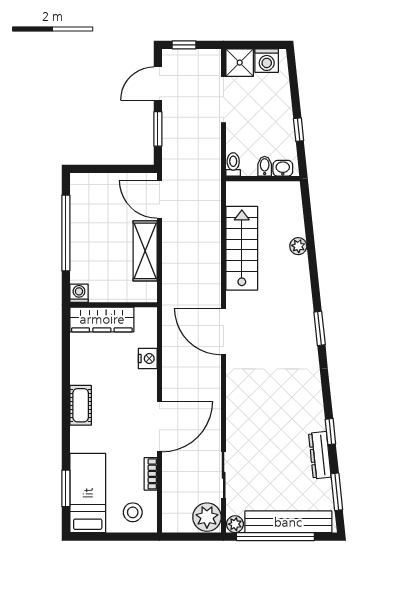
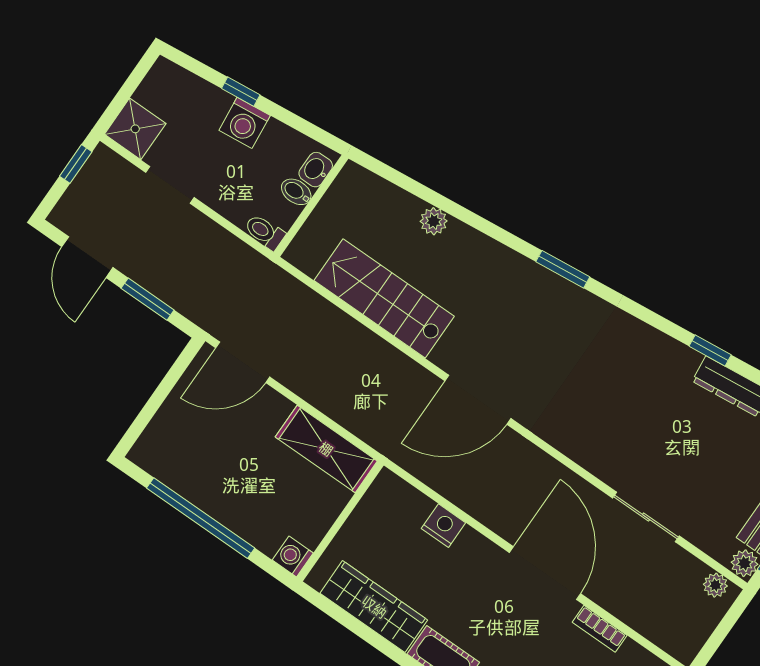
window: (184, 45) -> (76, 164), moved
washing machine: (267, 61) -> (245, 123), moved, turned 84
doorway: (224, 100) -> (170, 185), width x0.73
window: (299, 130) -> (241, 92), moved
shelving: (145, 251) -> (326, 449), moved
wardrobe: (102, 319) -> (374, 607), moved, turned -90
sliding door: (224, 475) -> (646, 517), moved
plant: (207, 517) -> (715, 585), width x0.53, depth x0.53

